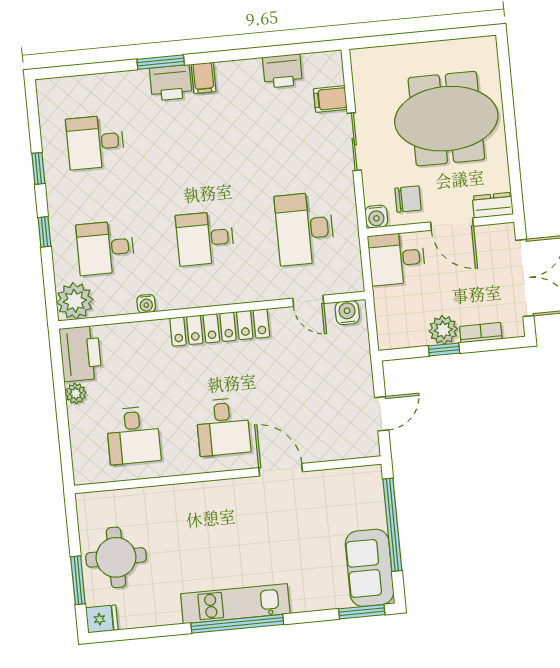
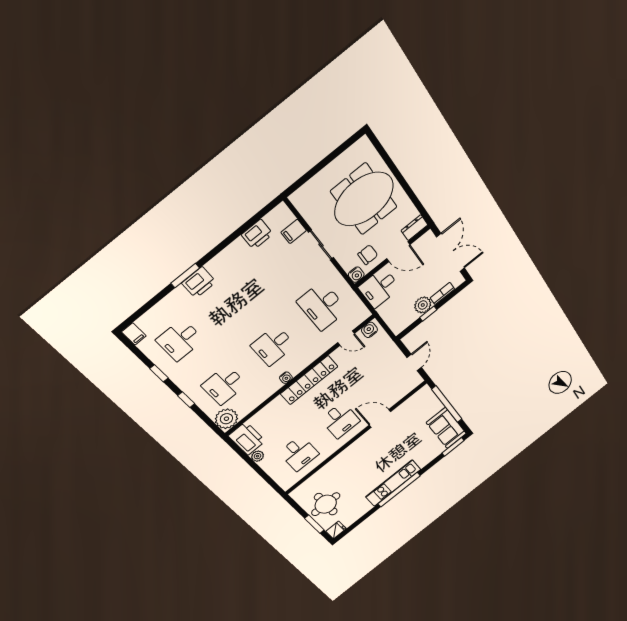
filing cabinet: (204, 78) -> (134, 334), moved
water cooler: (146, 304) -> (286, 378), moved

